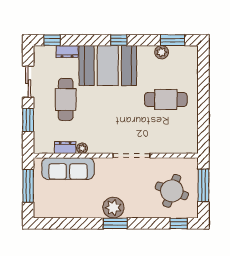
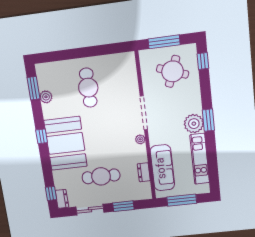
dresser: (67, 52) -> (62, 199), moved
plant: (82, 148) -> (140, 139), moved
kitchen unit: (73, 210) -> (200, 159), added

